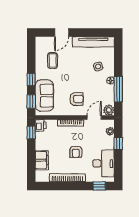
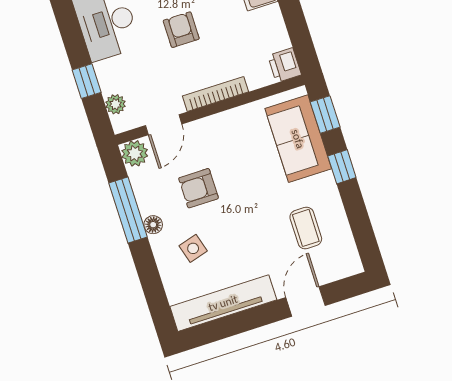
armchair: (77, 99) -> (199, 188), moved
window: (31, 133) -> (302, 41), removed

